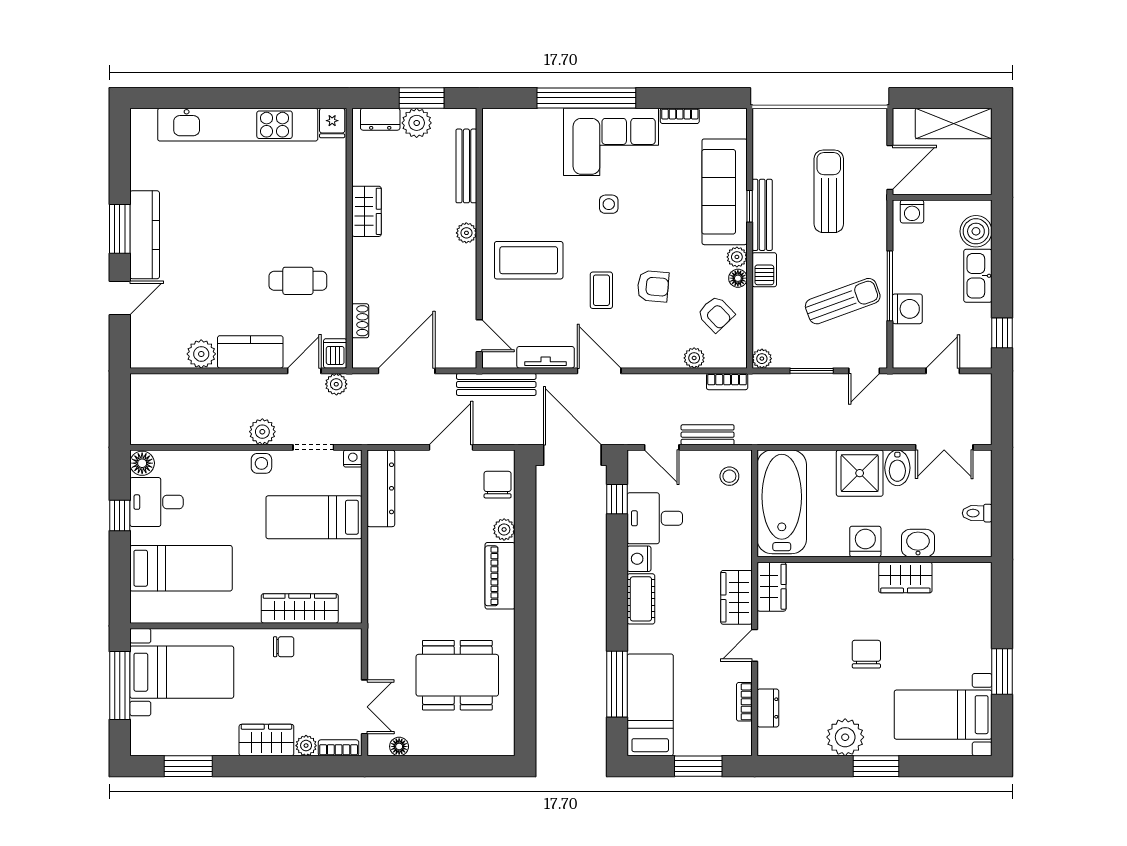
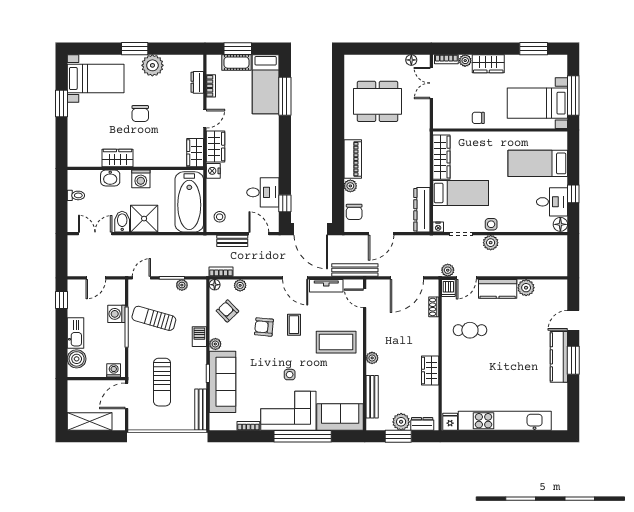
sofa: (522, 131) -> (340, 417), added
bench: (762, 215) -> (201, 410), moved
floor lamp: (738, 278) -> (215, 285), moved
sun lounger: (843, 301) -> (154, 318), turned 36
plant: (762, 359) -> (182, 285), moved
nightstand: (639, 559) -> (213, 171), moved, turned 180
cot: (641, 599) -> (236, 63), moved, turned 90
wardrobe: (300, 608) -> (441, 157), moved, turned -90

